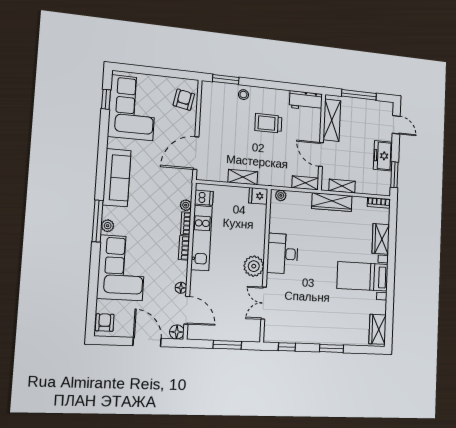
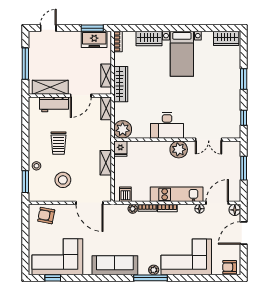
workbench: (306, 101) -> (54, 104), moved, turned 90
stool: (225, 124) -> (63, 180), added
freezer: (383, 156) -> (94, 39), moved
plant: (281, 195) -> (123, 129), width x1.88, depth x1.88
kitchen unit: (201, 238) -> (177, 194), moved

